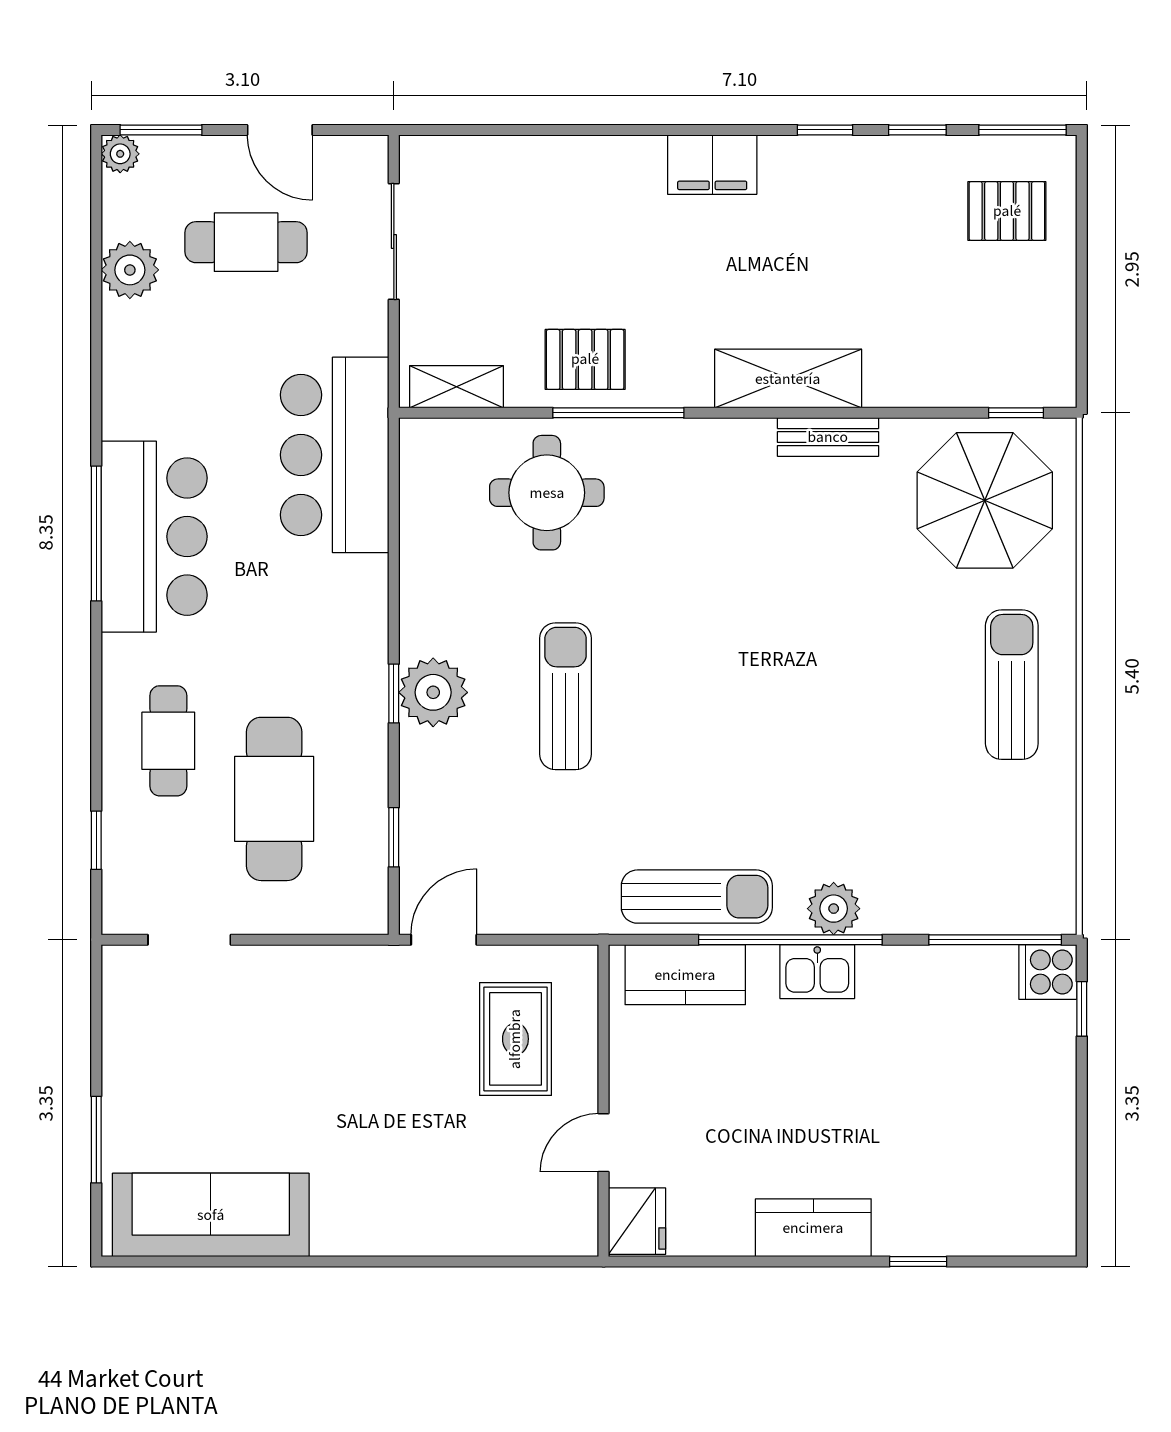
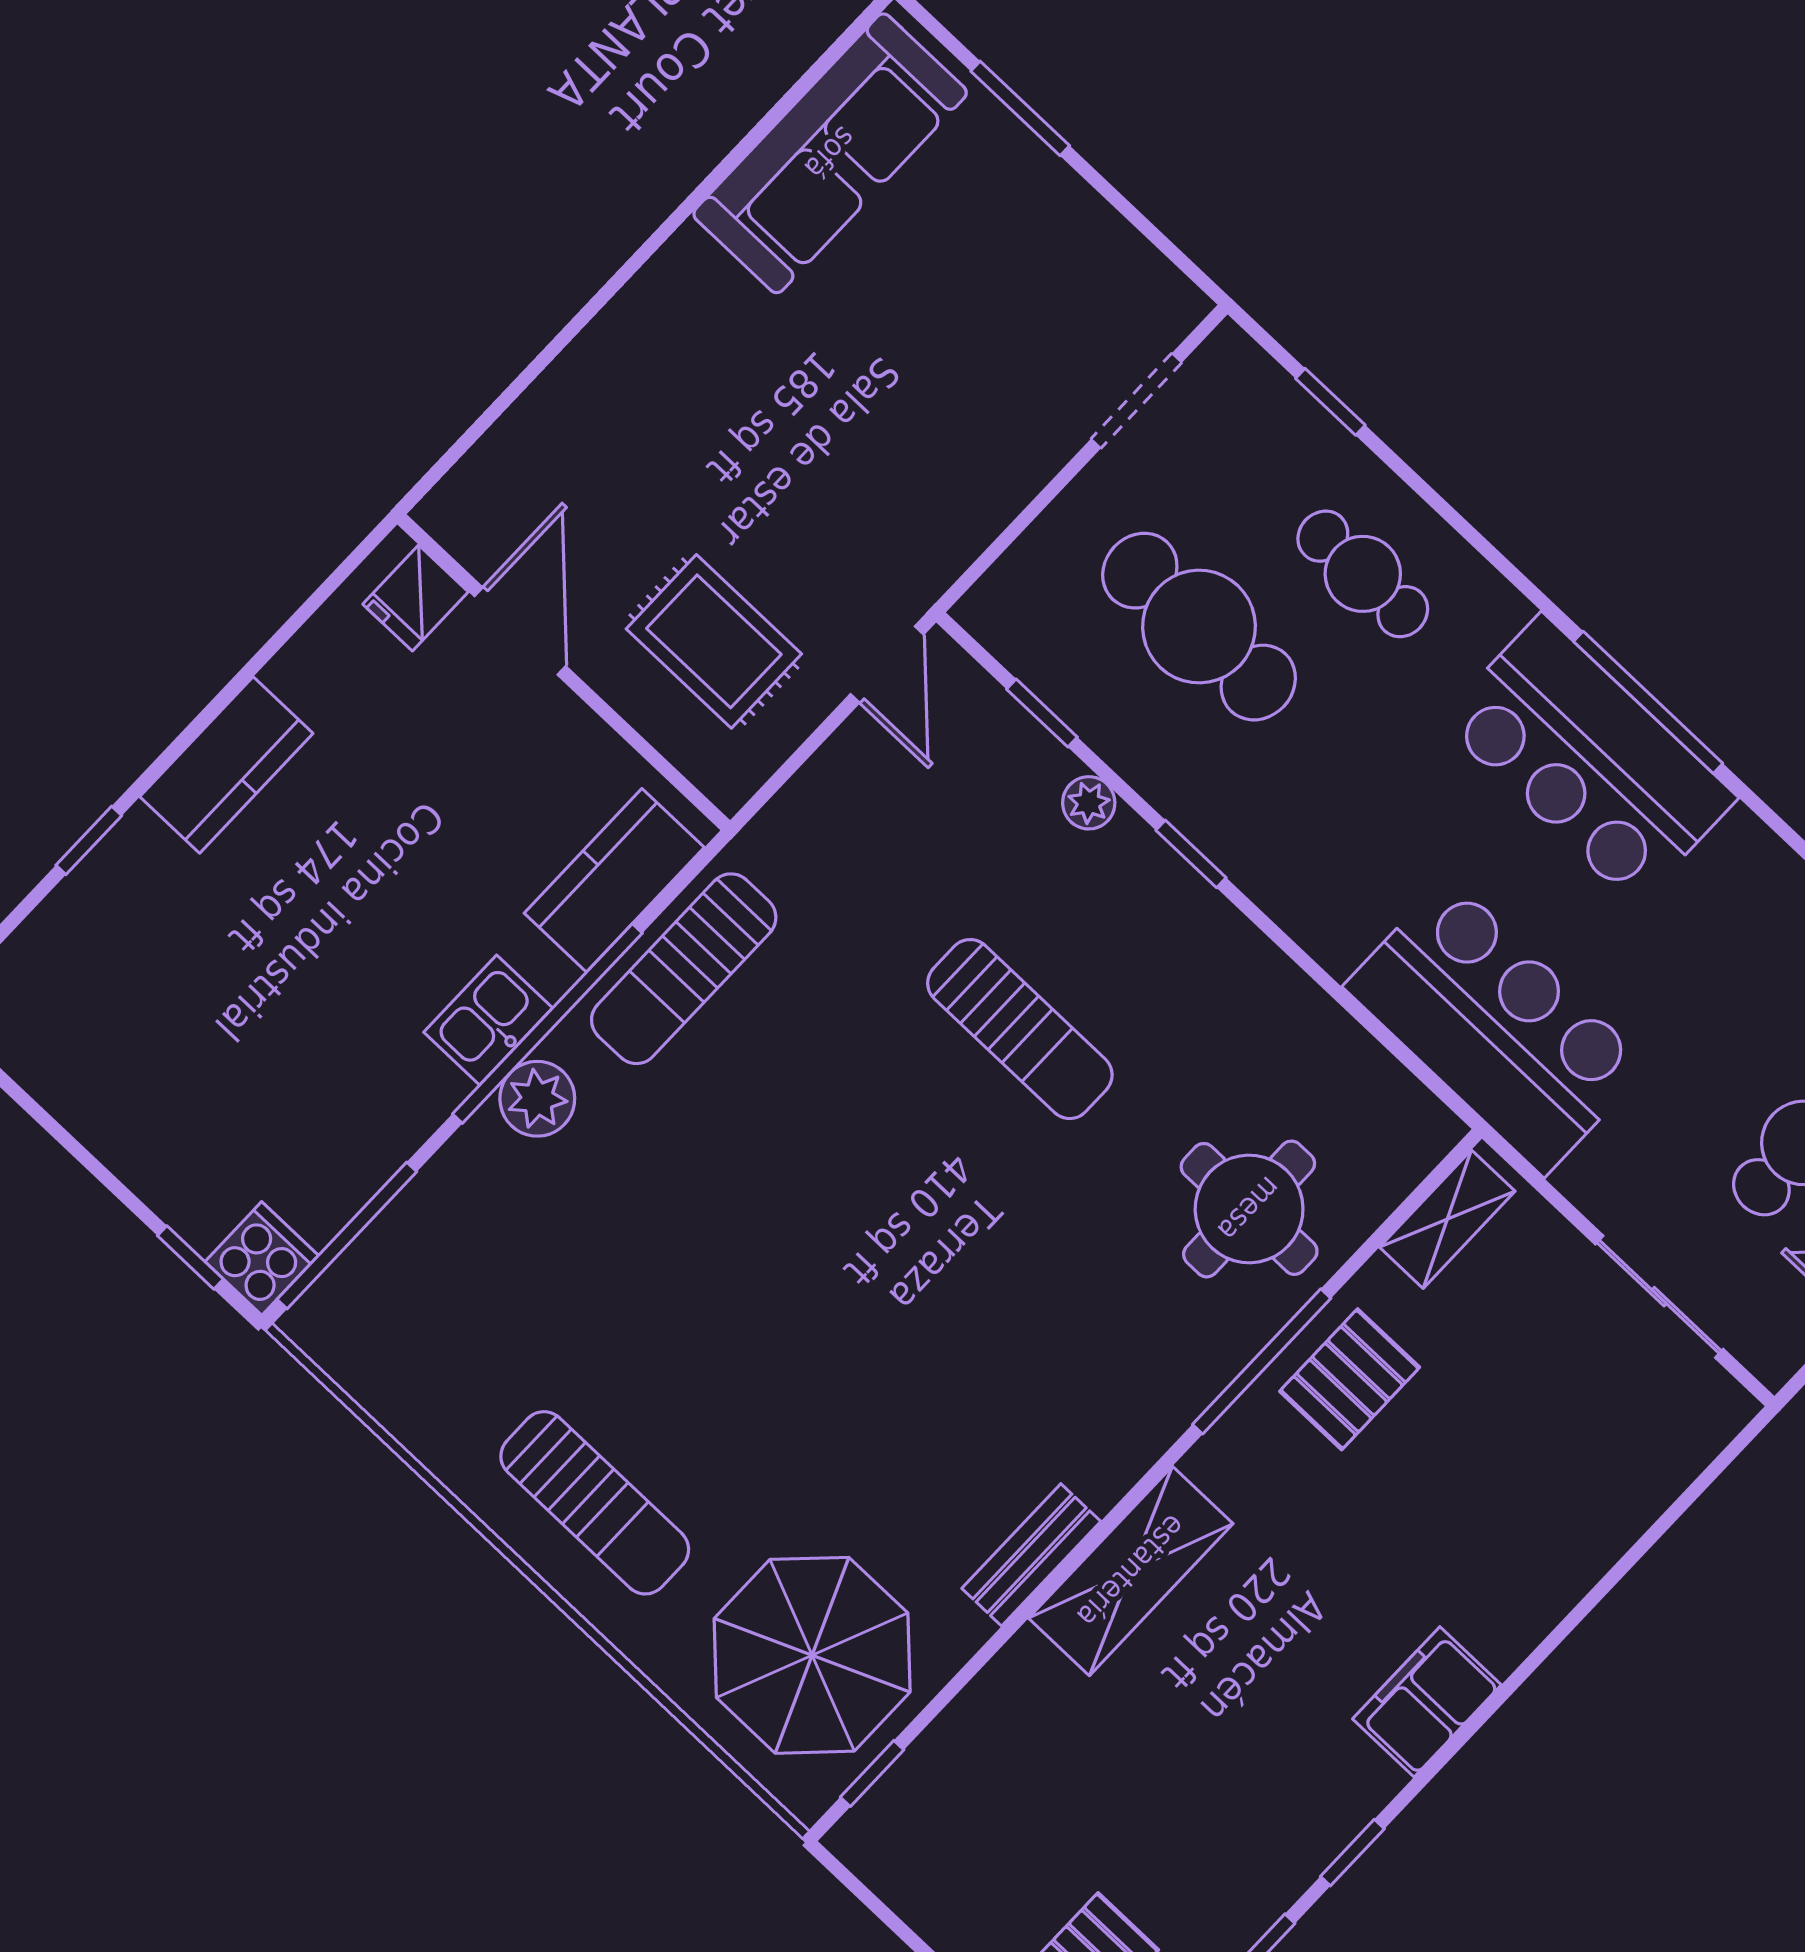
plant: (433, 692) -> (1089, 803), moved, width x0.53, depth x0.53
door: (604, 1143) -> (520, 631), width x1.38
fridge: (637, 1221) -> (416, 598), width x0.72

